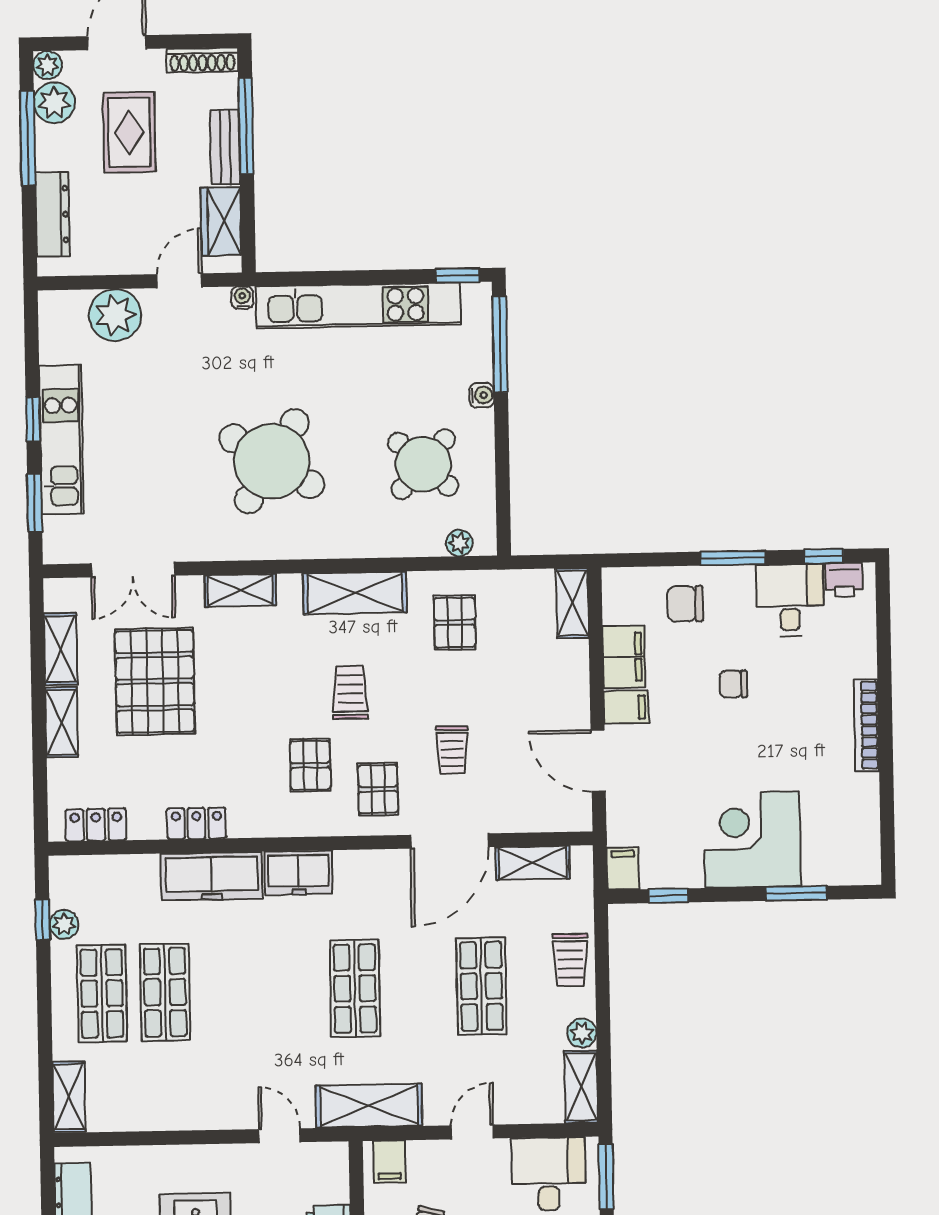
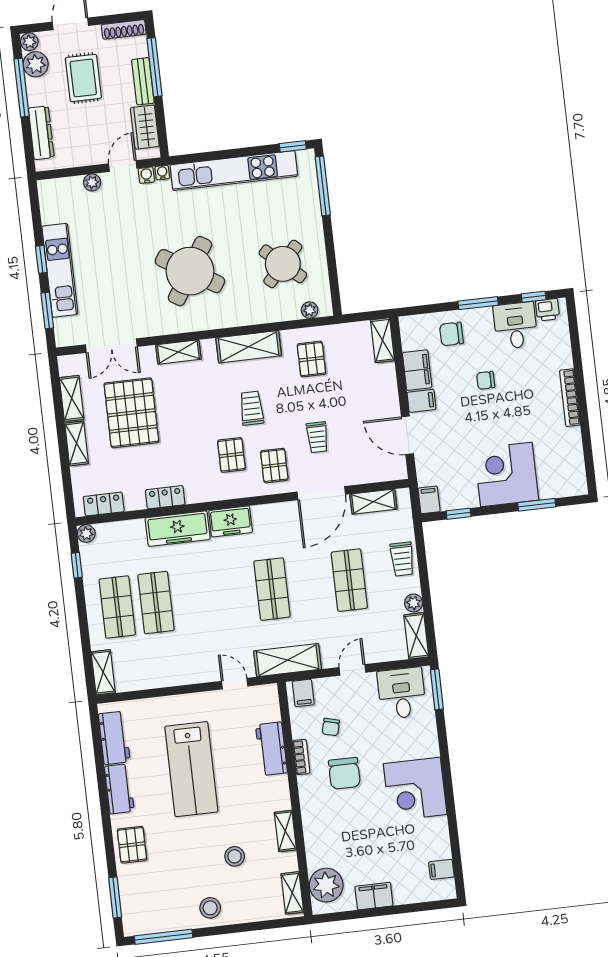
plant: (115, 315) -> (92, 182), width x0.53, depth x0.53
water cooler: (482, 395) -> (146, 175), moved, turned -90
plant: (64, 924) -> (86, 534), moved

